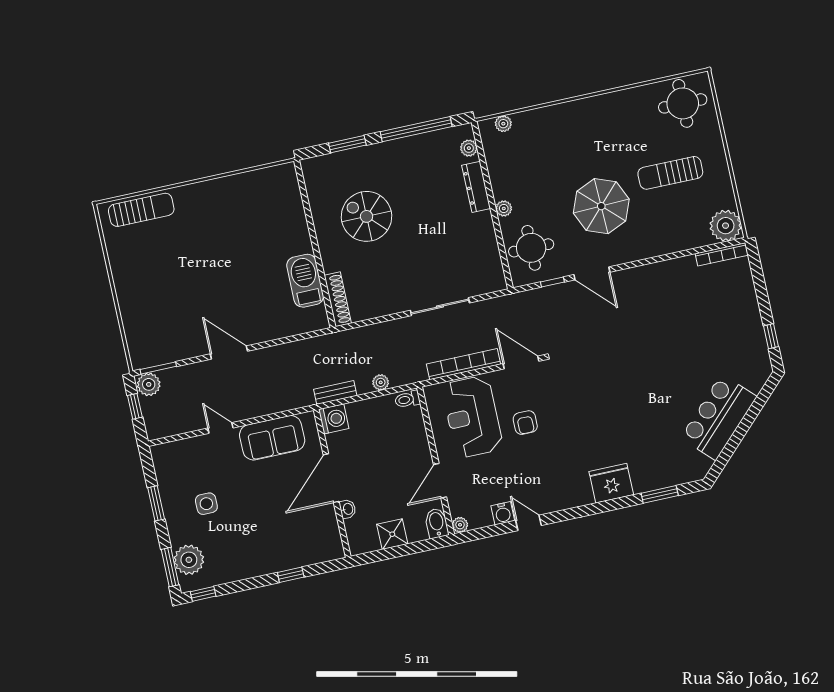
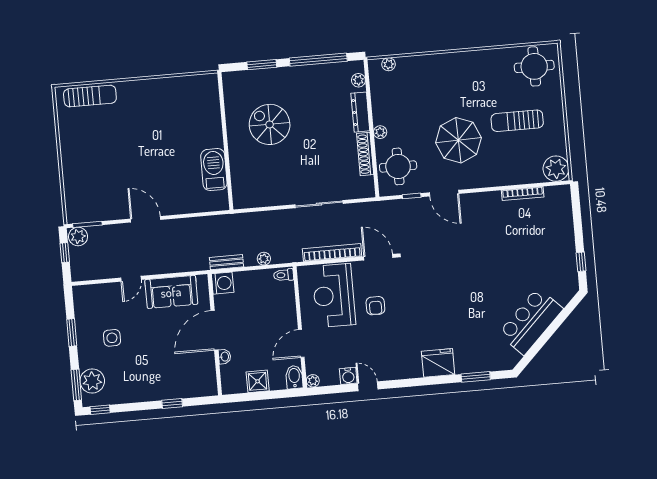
bookcase: (722, 254) -> (523, 194), moved
shoe rack: (338, 299) -> (365, 154), moved, turned 180
door: (220, 428) -> (131, 279), swing flipped

